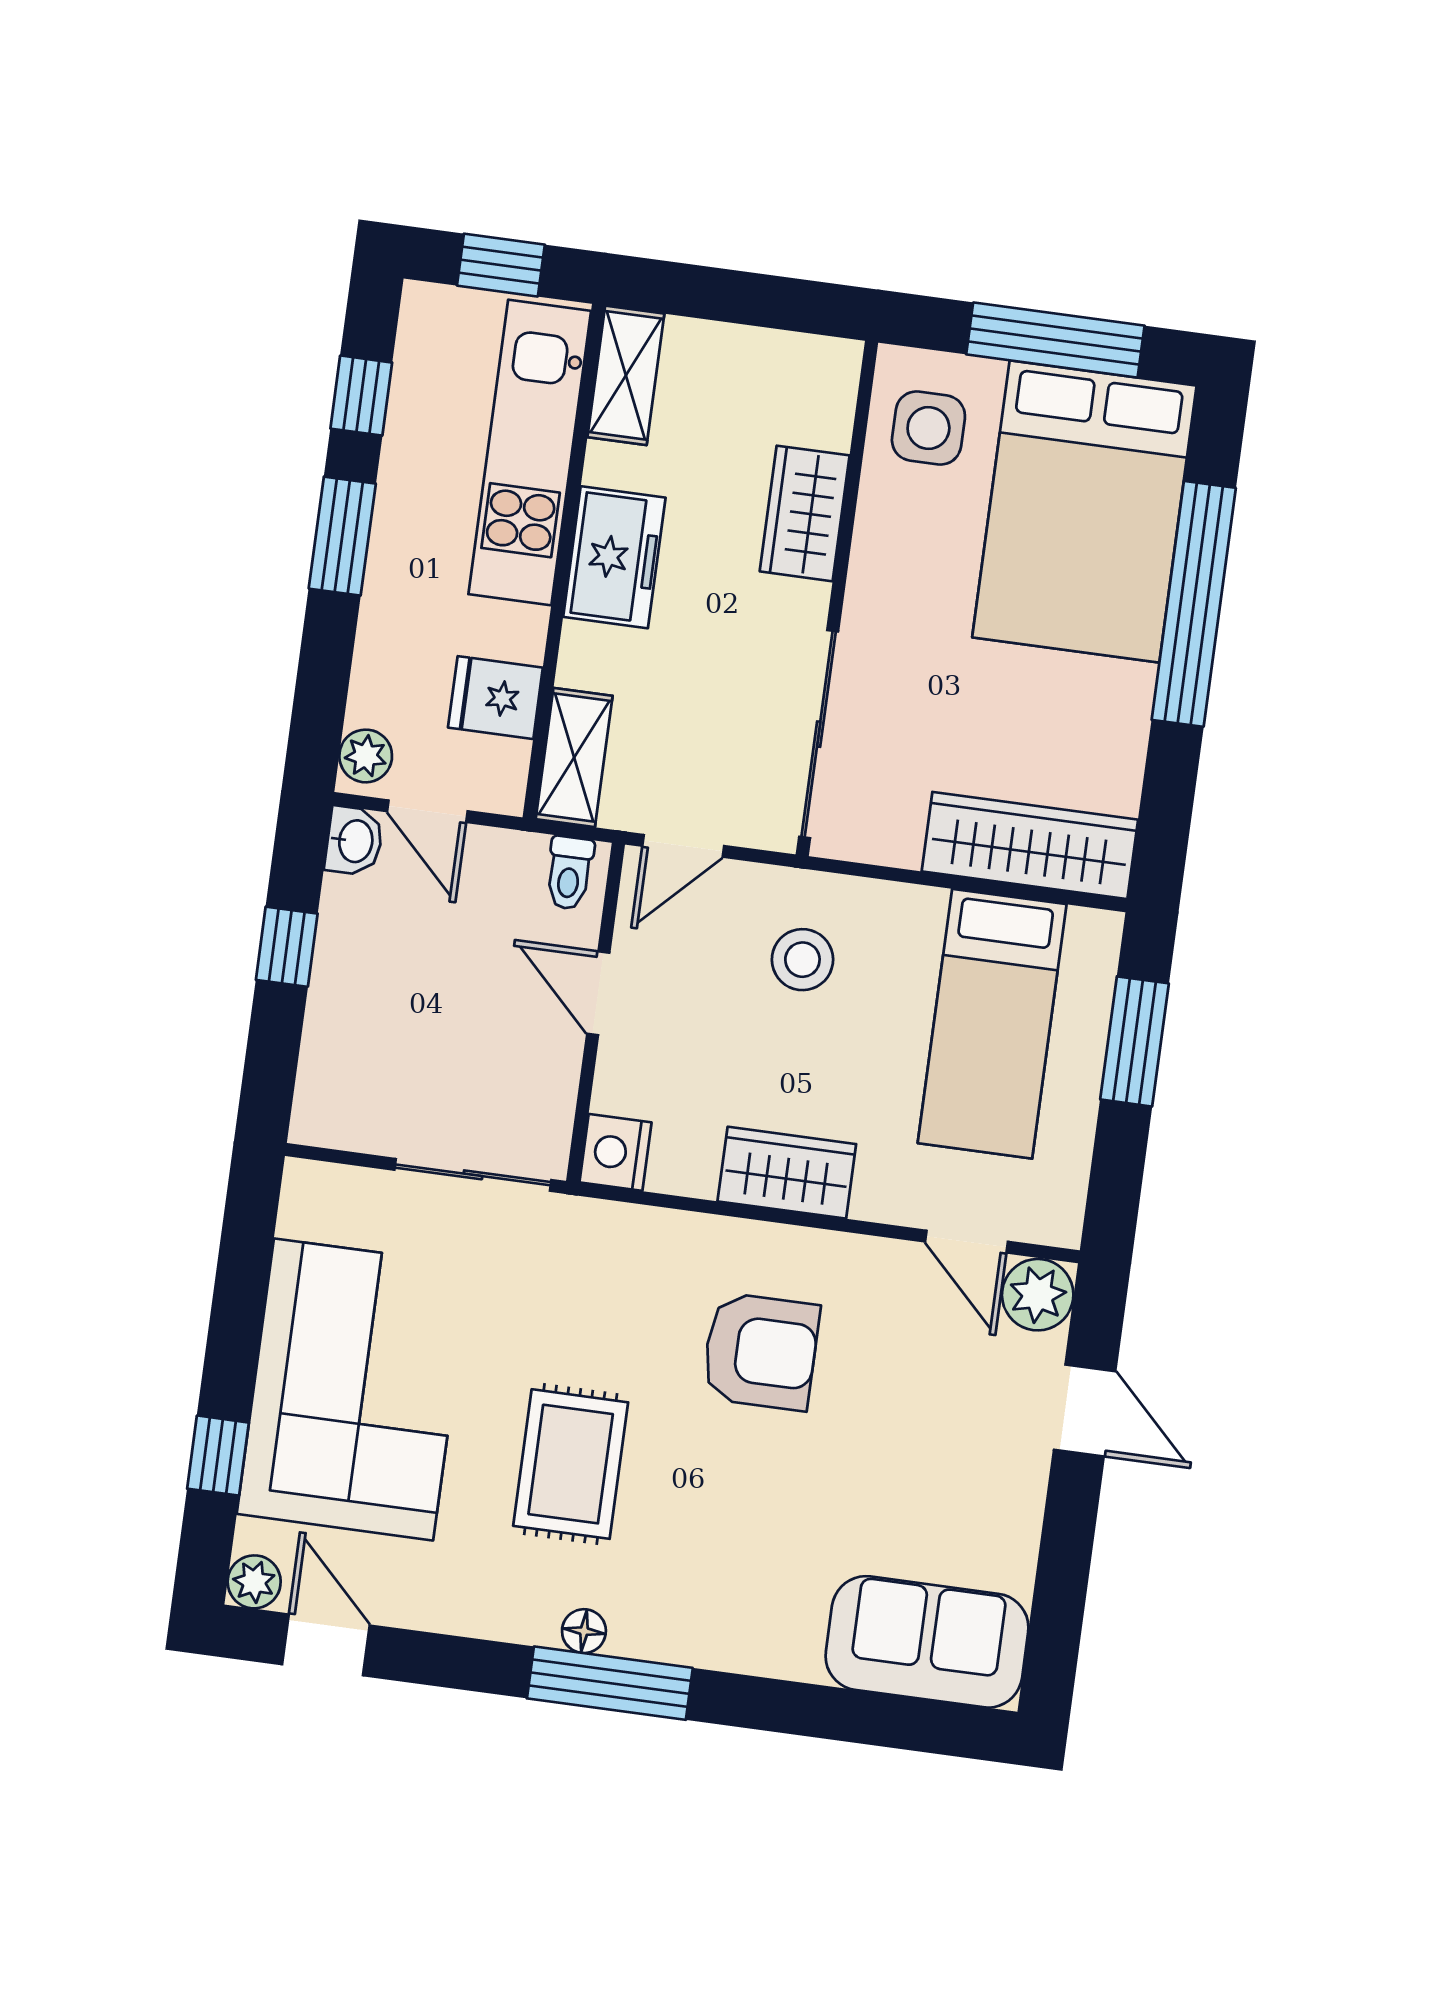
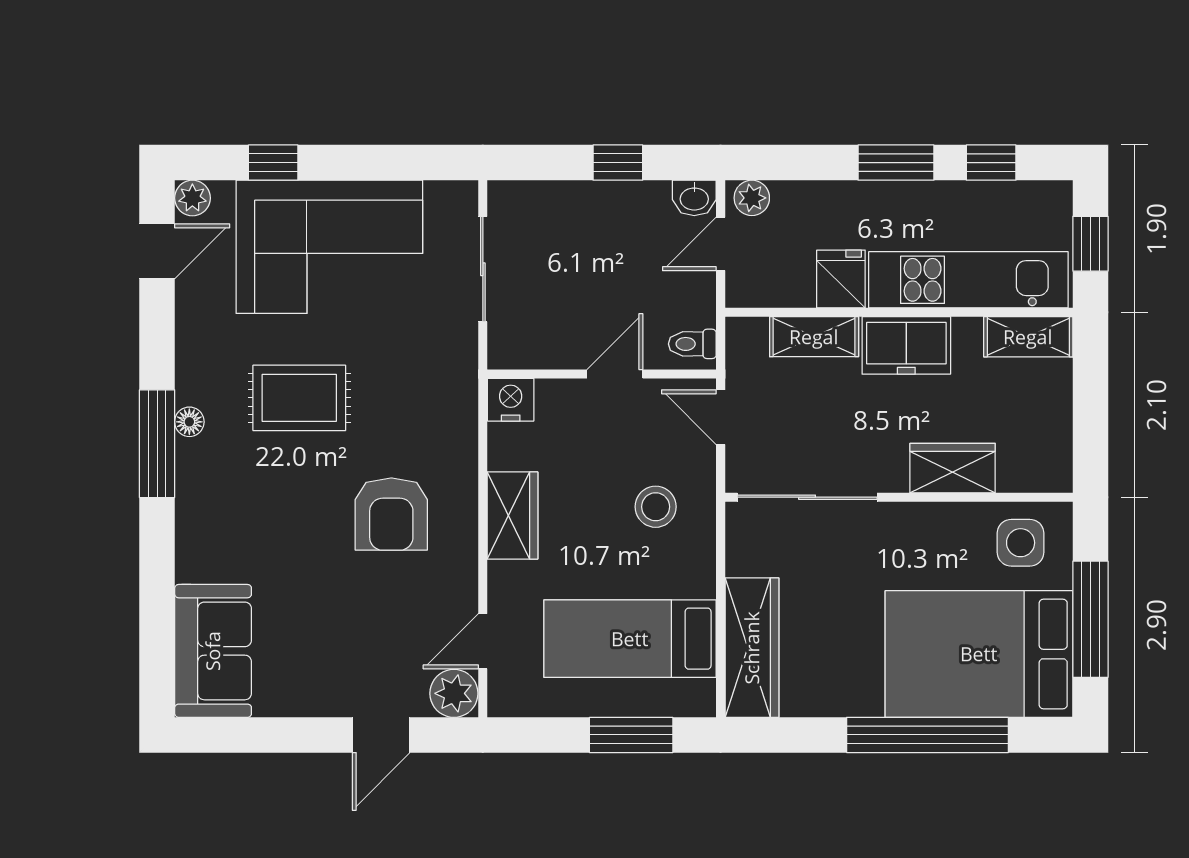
fridge: (495, 698) -> (841, 279), moved
shelving: (574, 757) -> (814, 337), moved
sliding door: (473, 1175) -> (483, 269), moved

